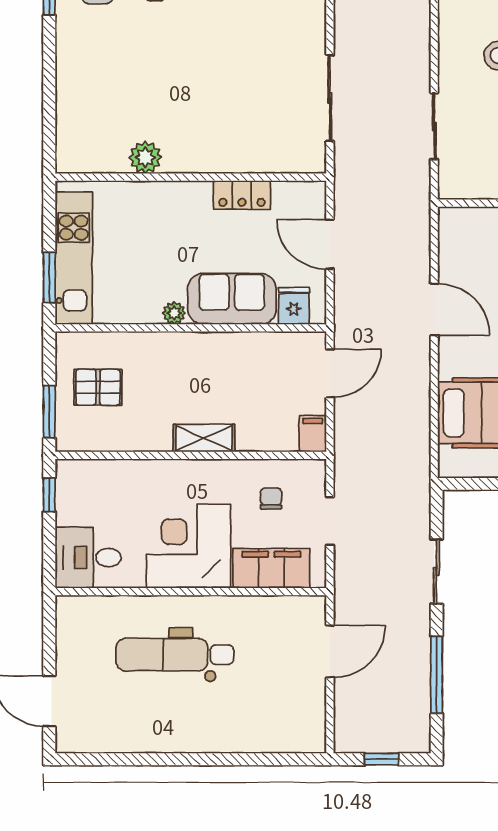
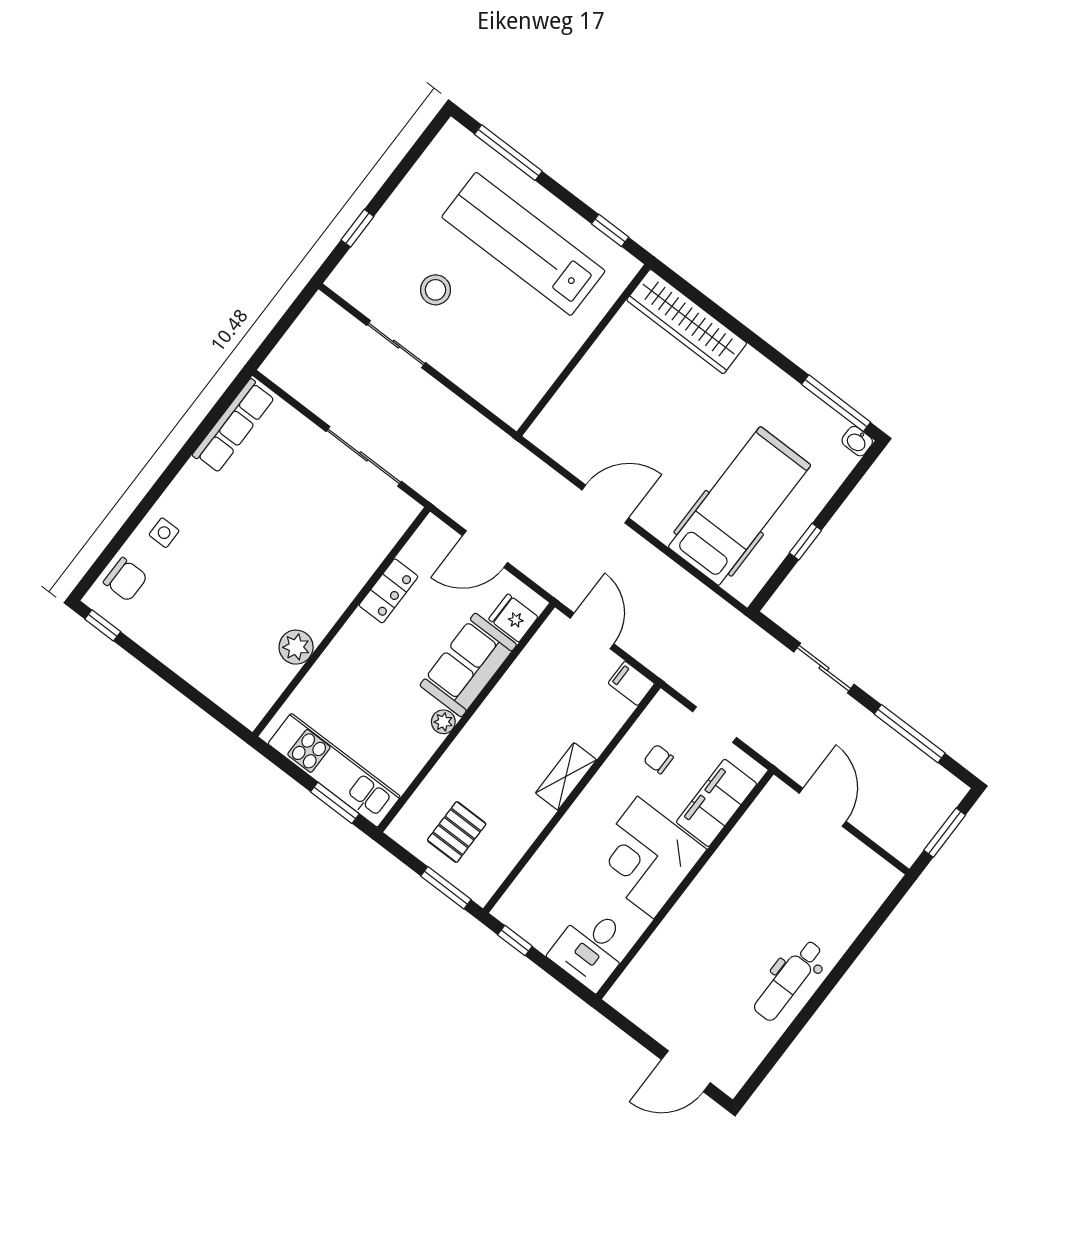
sliding door: (434, 126) -> (396, 344), moved
dental chair: (175, 655) -> (789, 980), moved, width x0.73, depth x0.72
window: (382, 759) -> (945, 833), width x1.50

